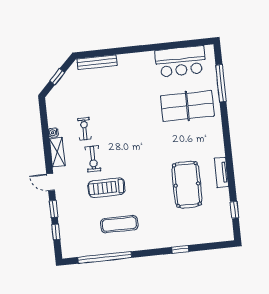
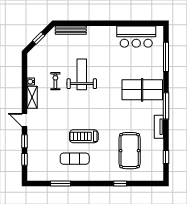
table tennis table: (187, 106) -> (142, 90), moved
weight bench: (117, 117) -> (82, 74), added
window: (228, 145) -> (166, 106), added
exercise bike: (93, 159) -> (60, 105), removed
pool table: (187, 185) -> (130, 151), moved
treadmill: (106, 188) -> (84, 136), moved
window: (105, 257) -> (61, 183), width x0.47

